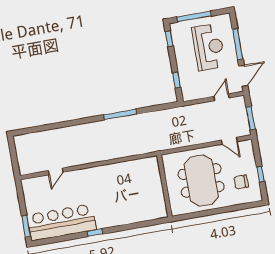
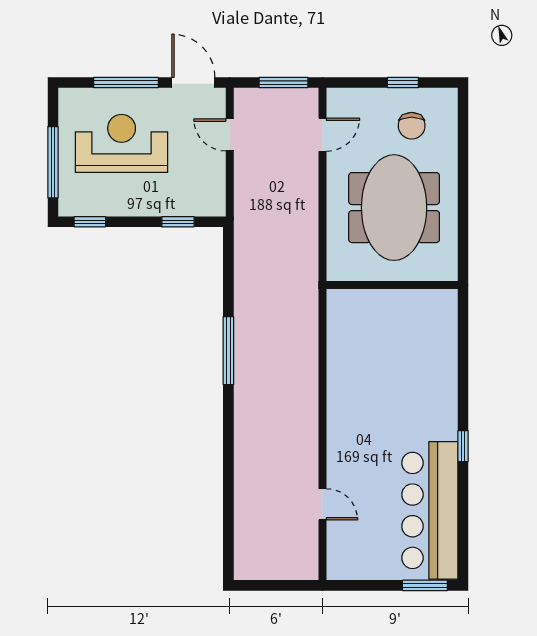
meeting table: (201, 180) -> (394, 208), turned 90

